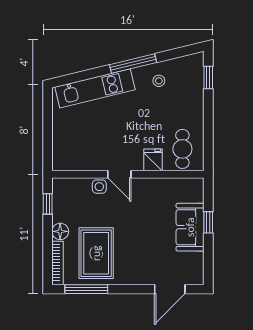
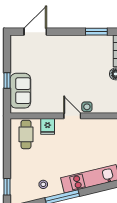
sofa: (190, 227) -> (20, 91), moved
rug: (96, 253) -> (89, 58), removed
window: (86, 289) -> (96, 32), width x0.69

